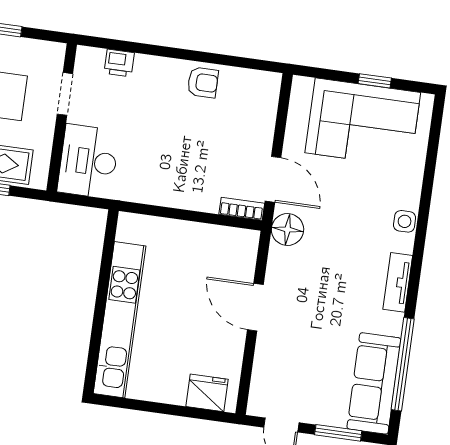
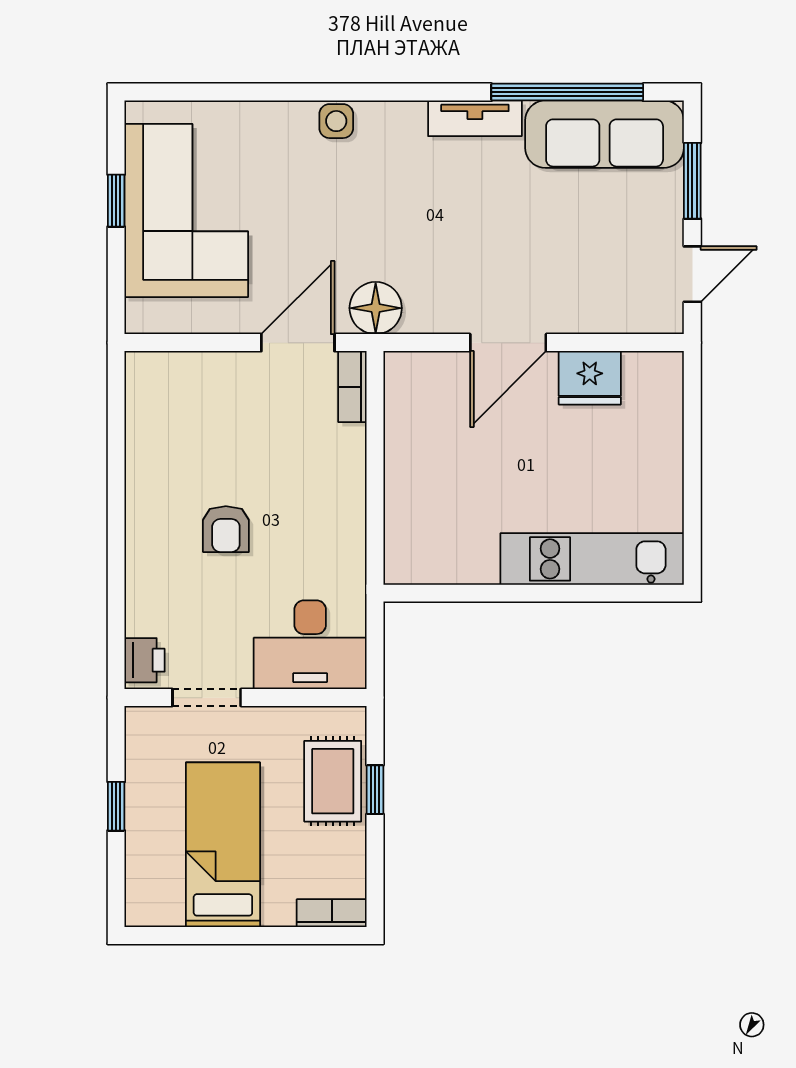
printer: (119, 63) -> (145, 660), moved
armchair: (203, 82) -> (226, 529), moved, turned 180
tv unit: (398, 282) -> (475, 118), moved
kitchen unit: (120, 320) -> (592, 559), width x0.73
fridge: (207, 393) -> (590, 378), moved, turned -90

